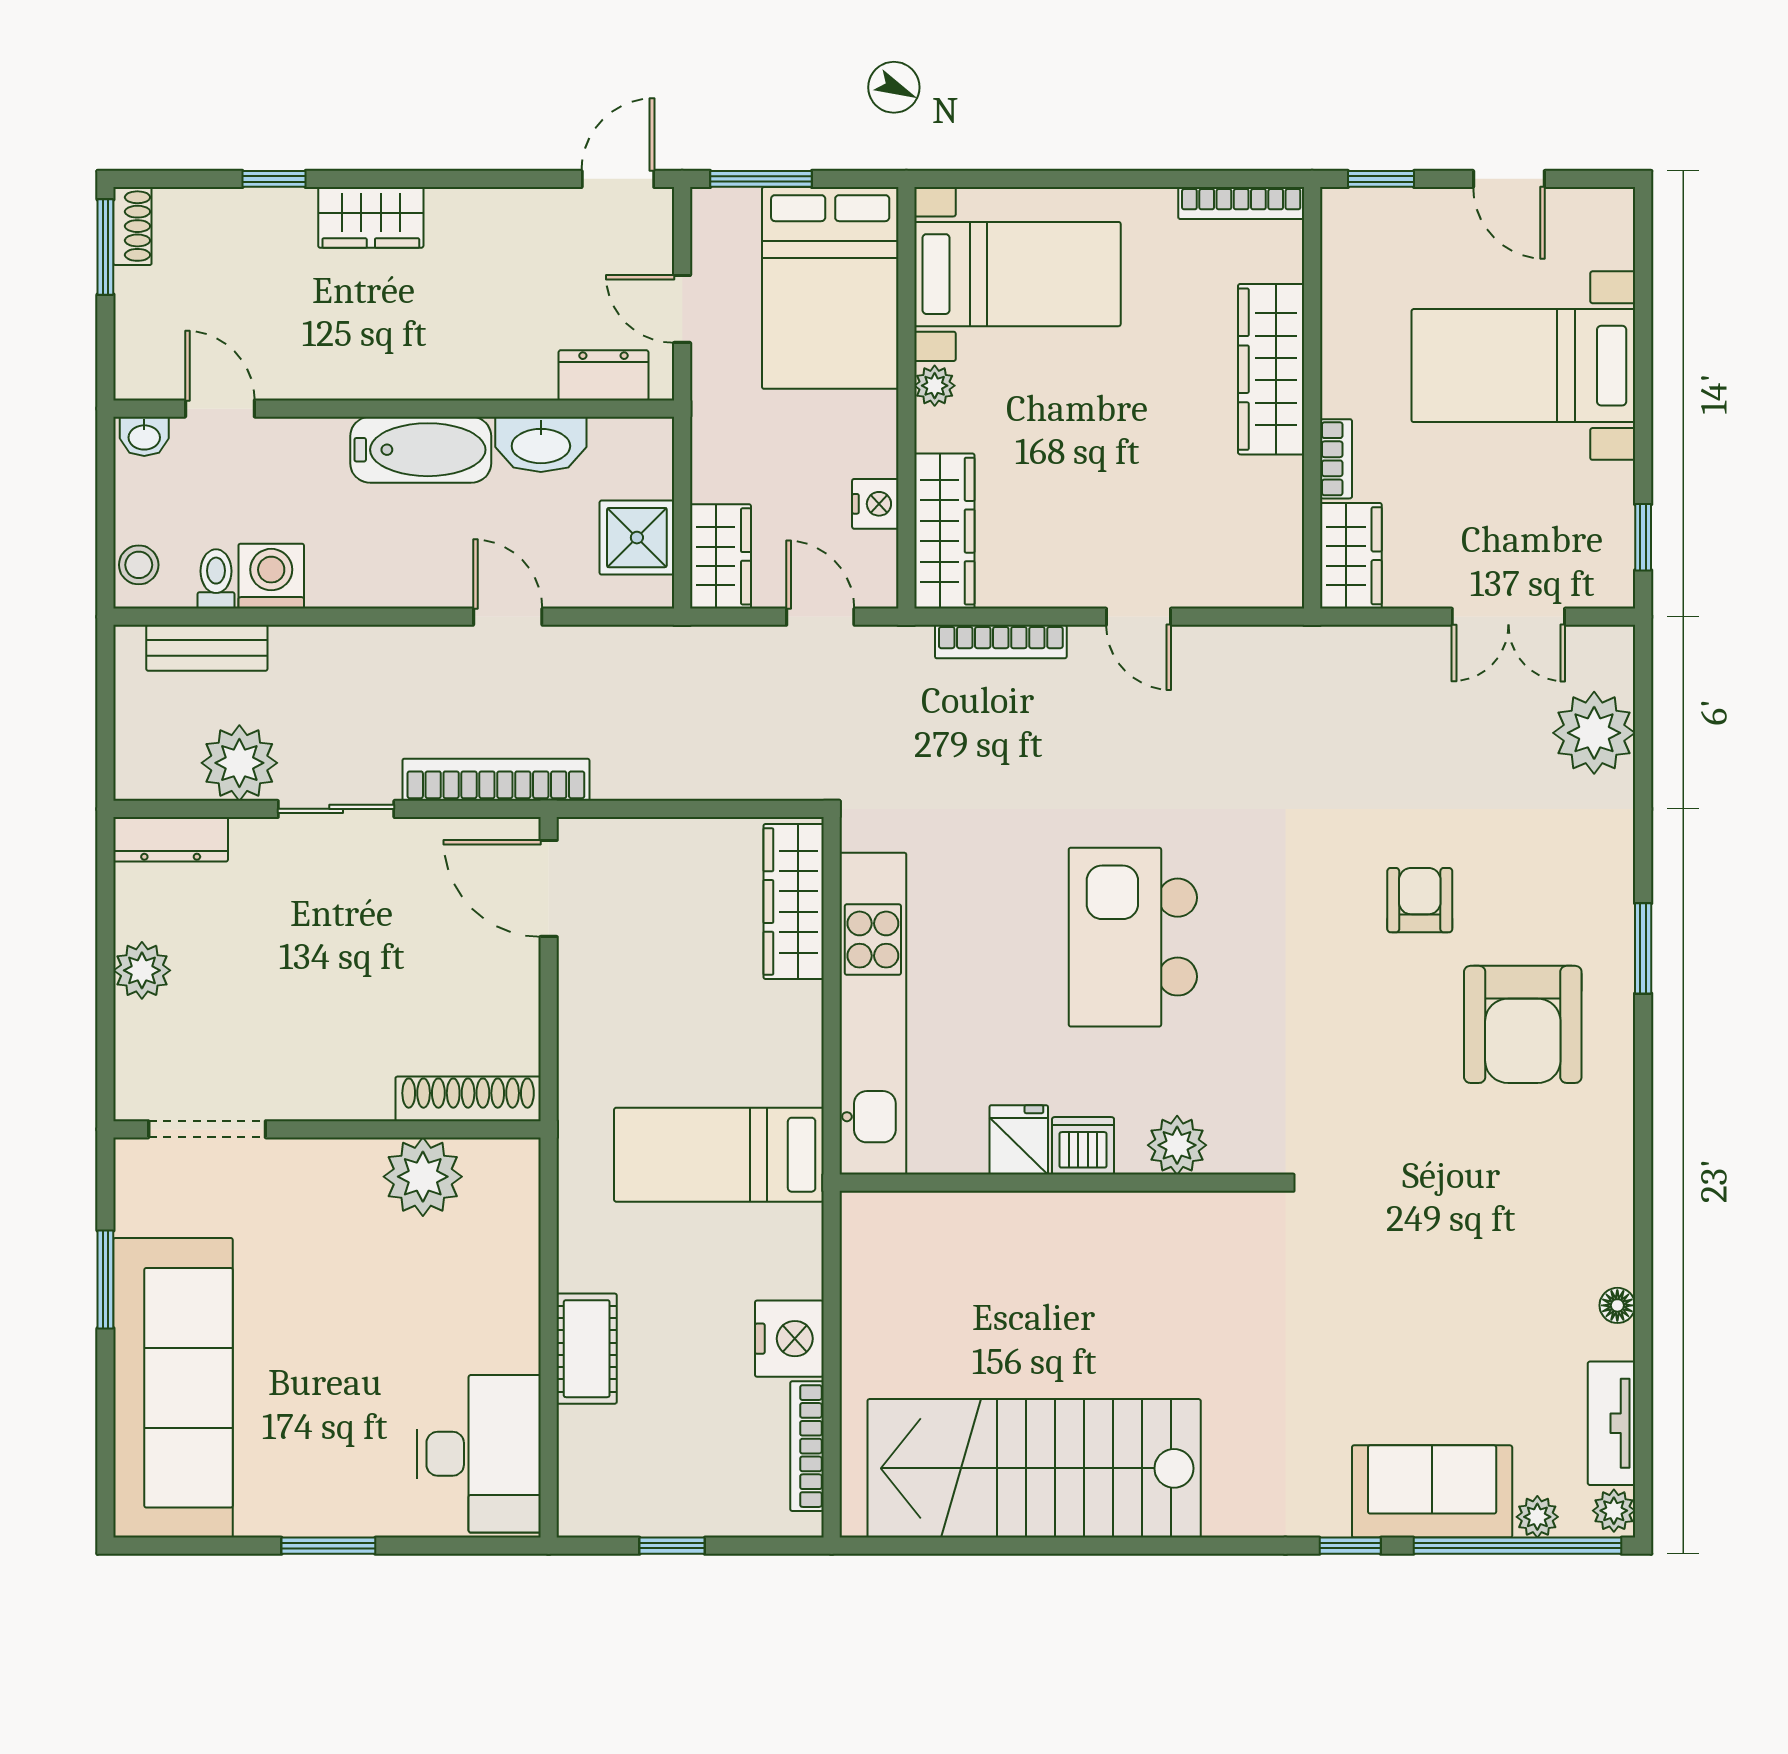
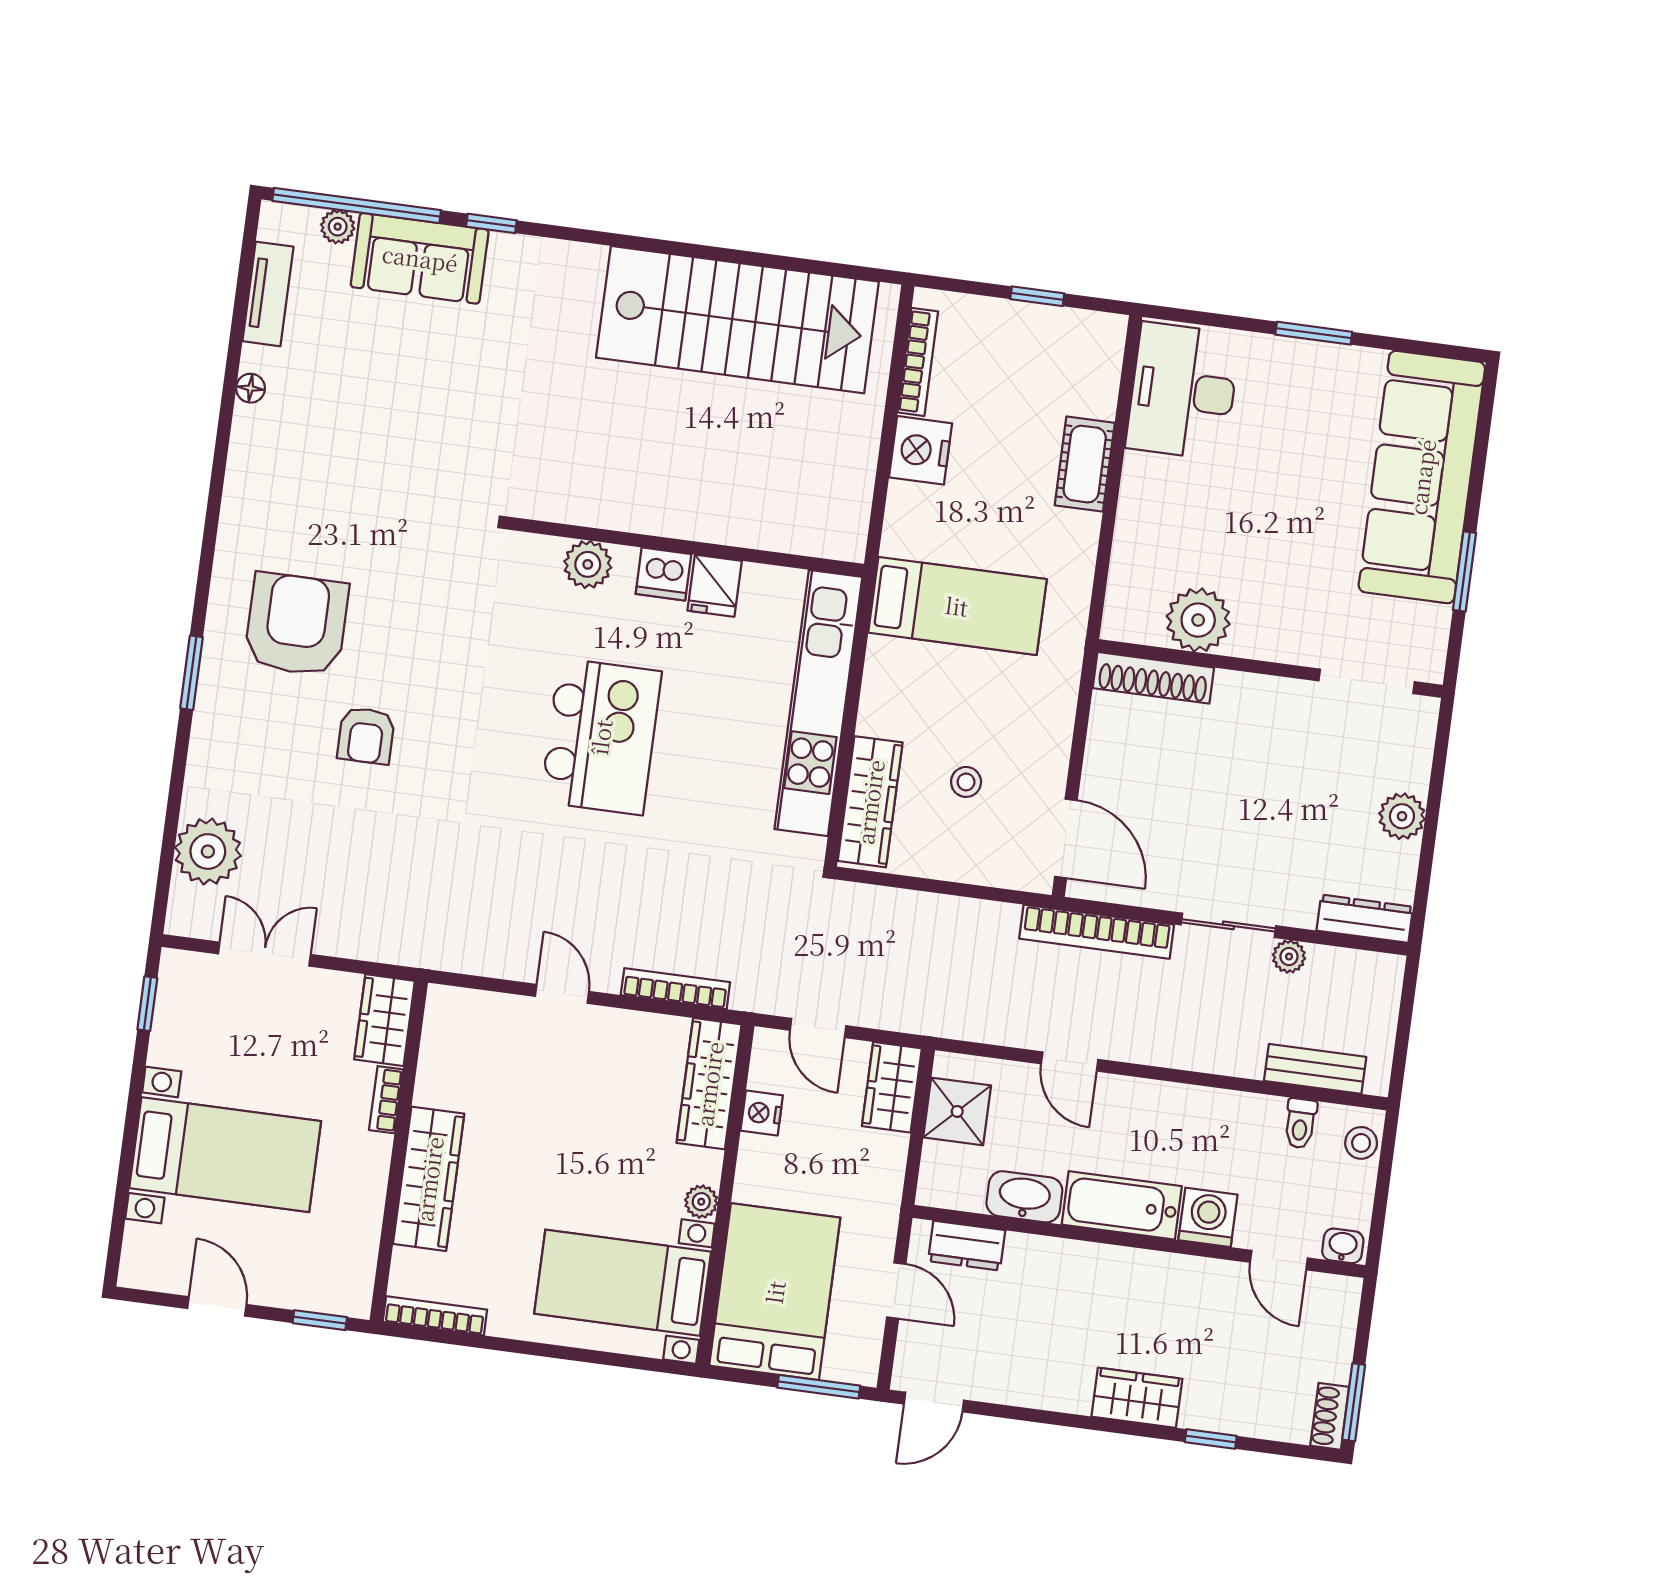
washing machine: (271, 576) -> (1208, 1217), moved, turned 180
plant: (239, 763) -> (1289, 957), width x0.53, depth x0.53
stool: (680, 941) -> (966, 782), added
plant: (1614, 1511) -> (275, 223), removed

